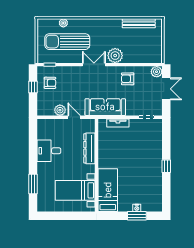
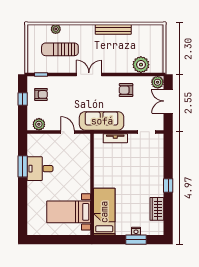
bench: (139, 23) -> (113, 29), moved
sun lounger: (67, 42) -> (60, 49), width x0.73, depth x0.75
plant: (115, 56) -> (141, 65), moved
double door: (166, 89) -> (168, 101), swing flipped
plant: (60, 110) -> (39, 124), moved
dresser: (89, 148) -> (84, 166), removed
window: (33, 184) -> (23, 166), moved
wardrobe: (156, 188) -> (157, 209), added

